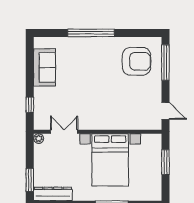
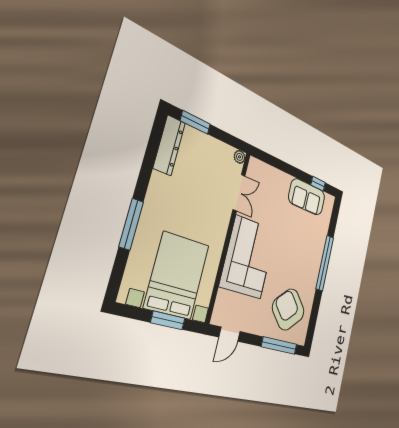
armchair: (137, 61) -> (288, 309), turned 137
window: (30, 105) -> (318, 184), moved
corner sofa: (108, 110) -> (248, 257), added
bed with nightstands: (110, 160) -> (177, 276), moved, turned 90

